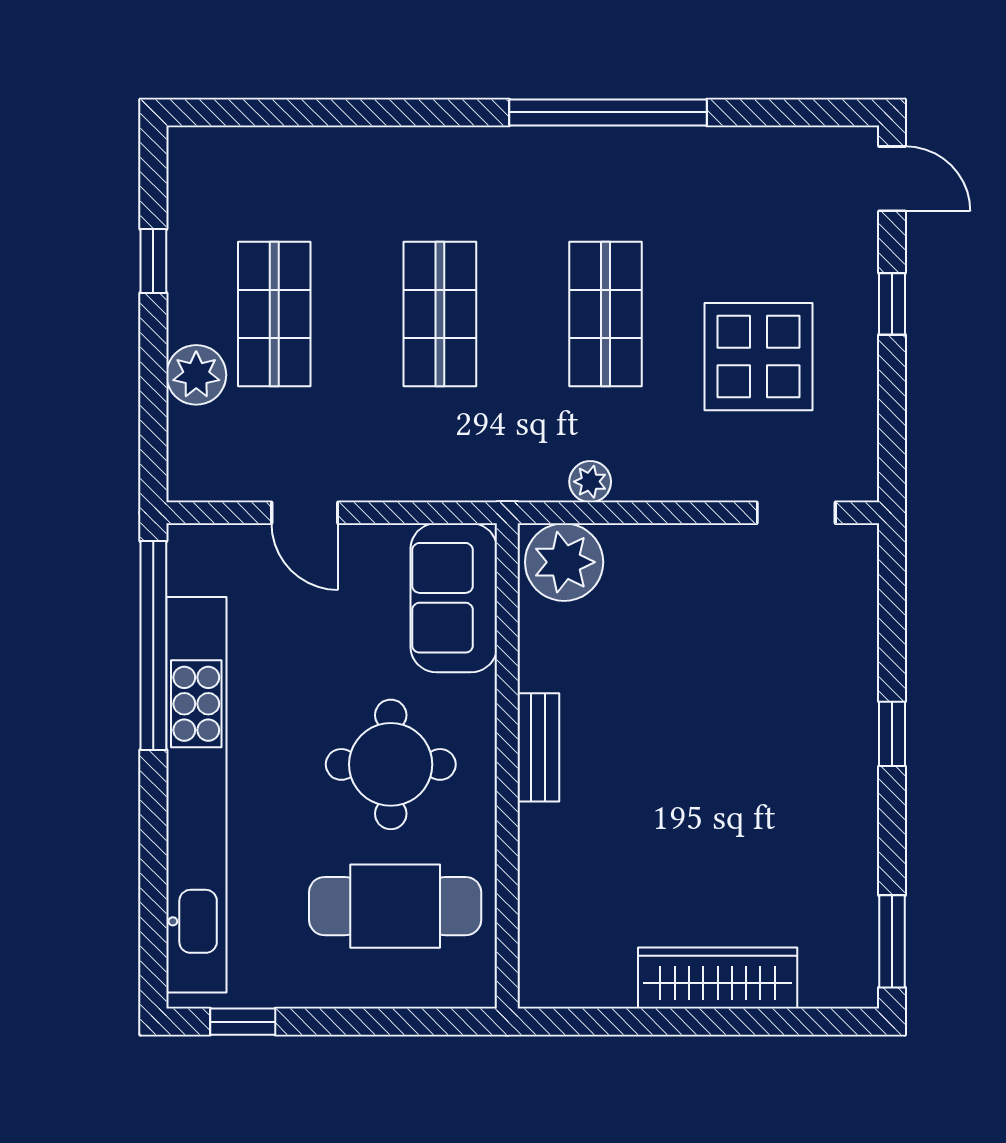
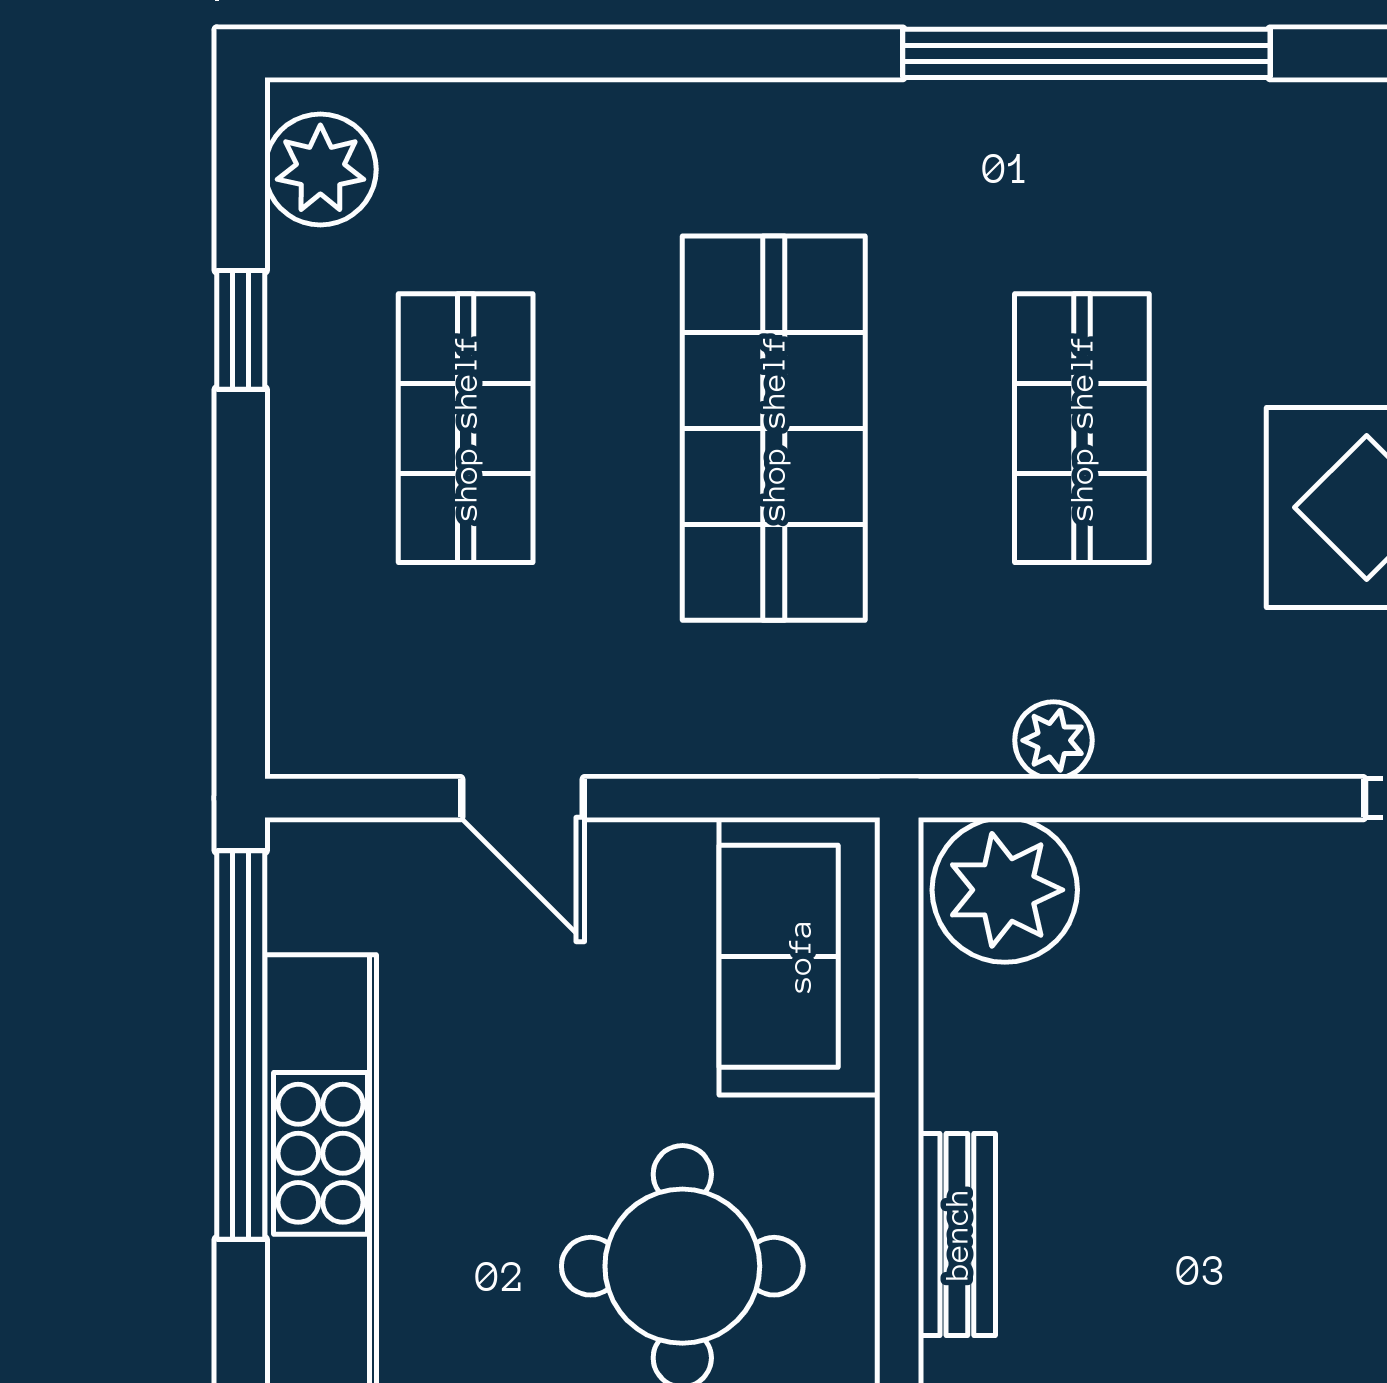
shop shelf: (440, 314) -> (774, 428), width x1.43, depth x1.36
plant: (196, 375) -> (320, 169), moved

